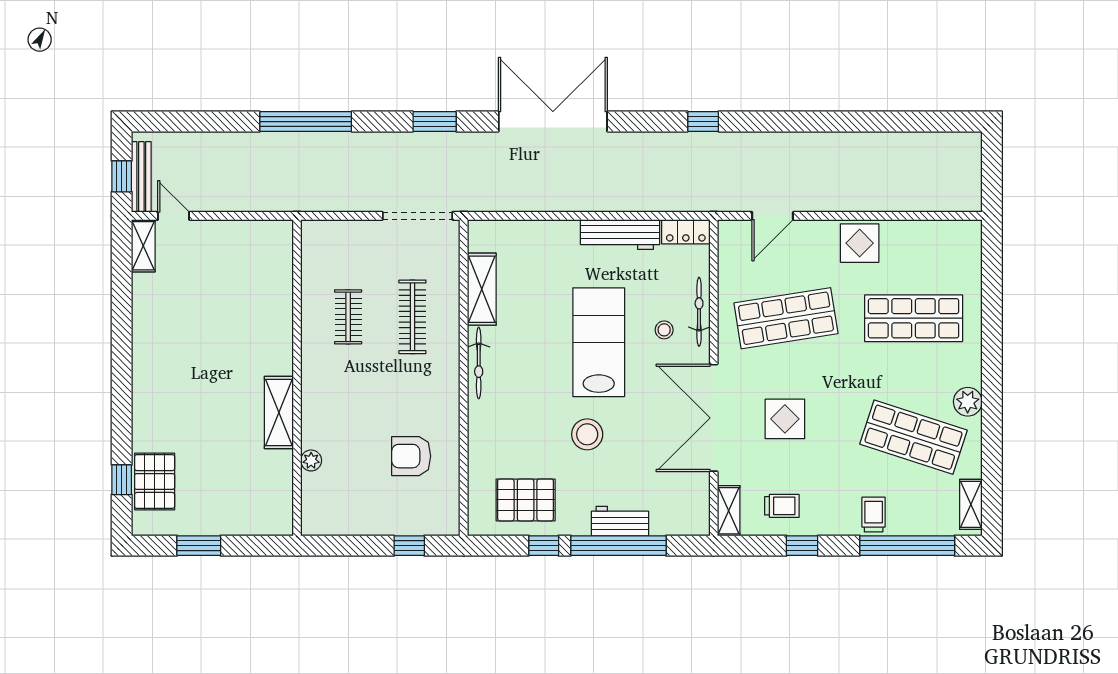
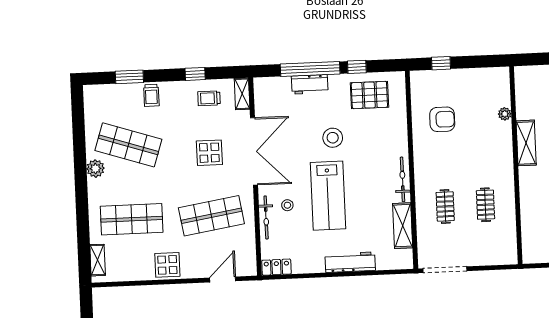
workbench: (620, 234) -> (350, 262), moved
clothes rail: (412, 317) -> (445, 206), width x0.73
shelving: (971, 504) -> (98, 260), moved
window: (907, 546) -> (129, 77), width x0.47

